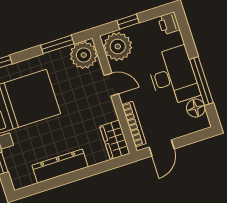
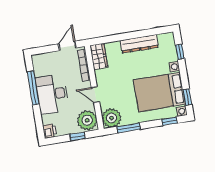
floor lamp: (196, 108) -> (40, 70), removed

